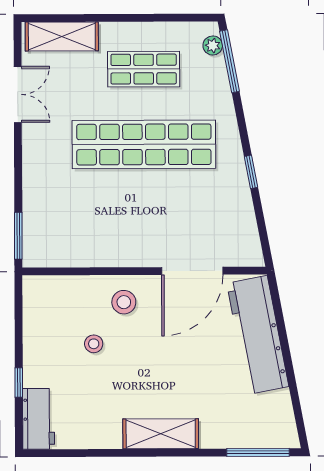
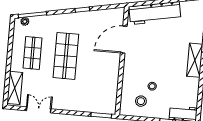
shop shelf: (144, 144) -> (66, 56), width x0.71
door: (192, 271) -> (124, 40), swing flipped
stool: (124, 302) -> (141, 101), moved

